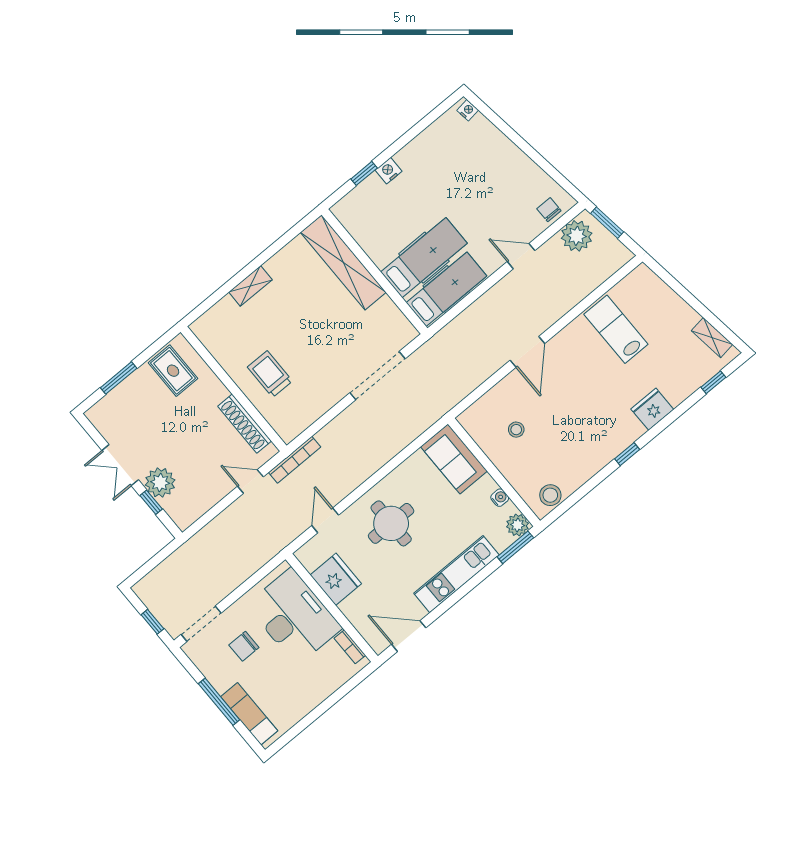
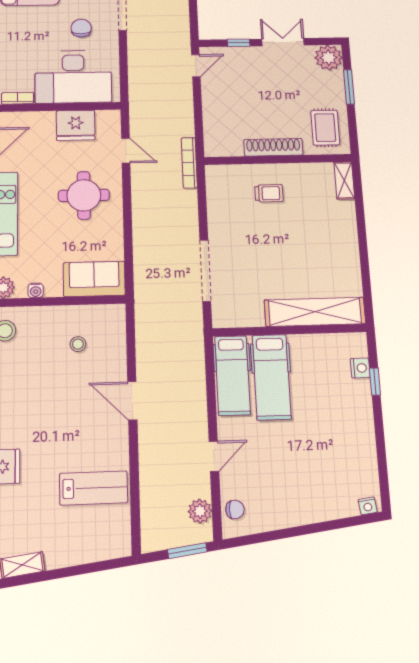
nightstand: (389, 171) -> (360, 368), moved
plant: (577, 236) -> (200, 511), width x0.73, depth x0.73
shelving: (250, 286) -> (344, 180), moved
rug: (173, 371) -> (325, 128), turned 90
trolley: (270, 374) -> (269, 193), width x0.73, depth x0.72
shoe rack: (245, 424) -> (273, 147), moved
door: (250, 482) -> (196, 66), moved
plant: (160, 483) -> (329, 58), moved

